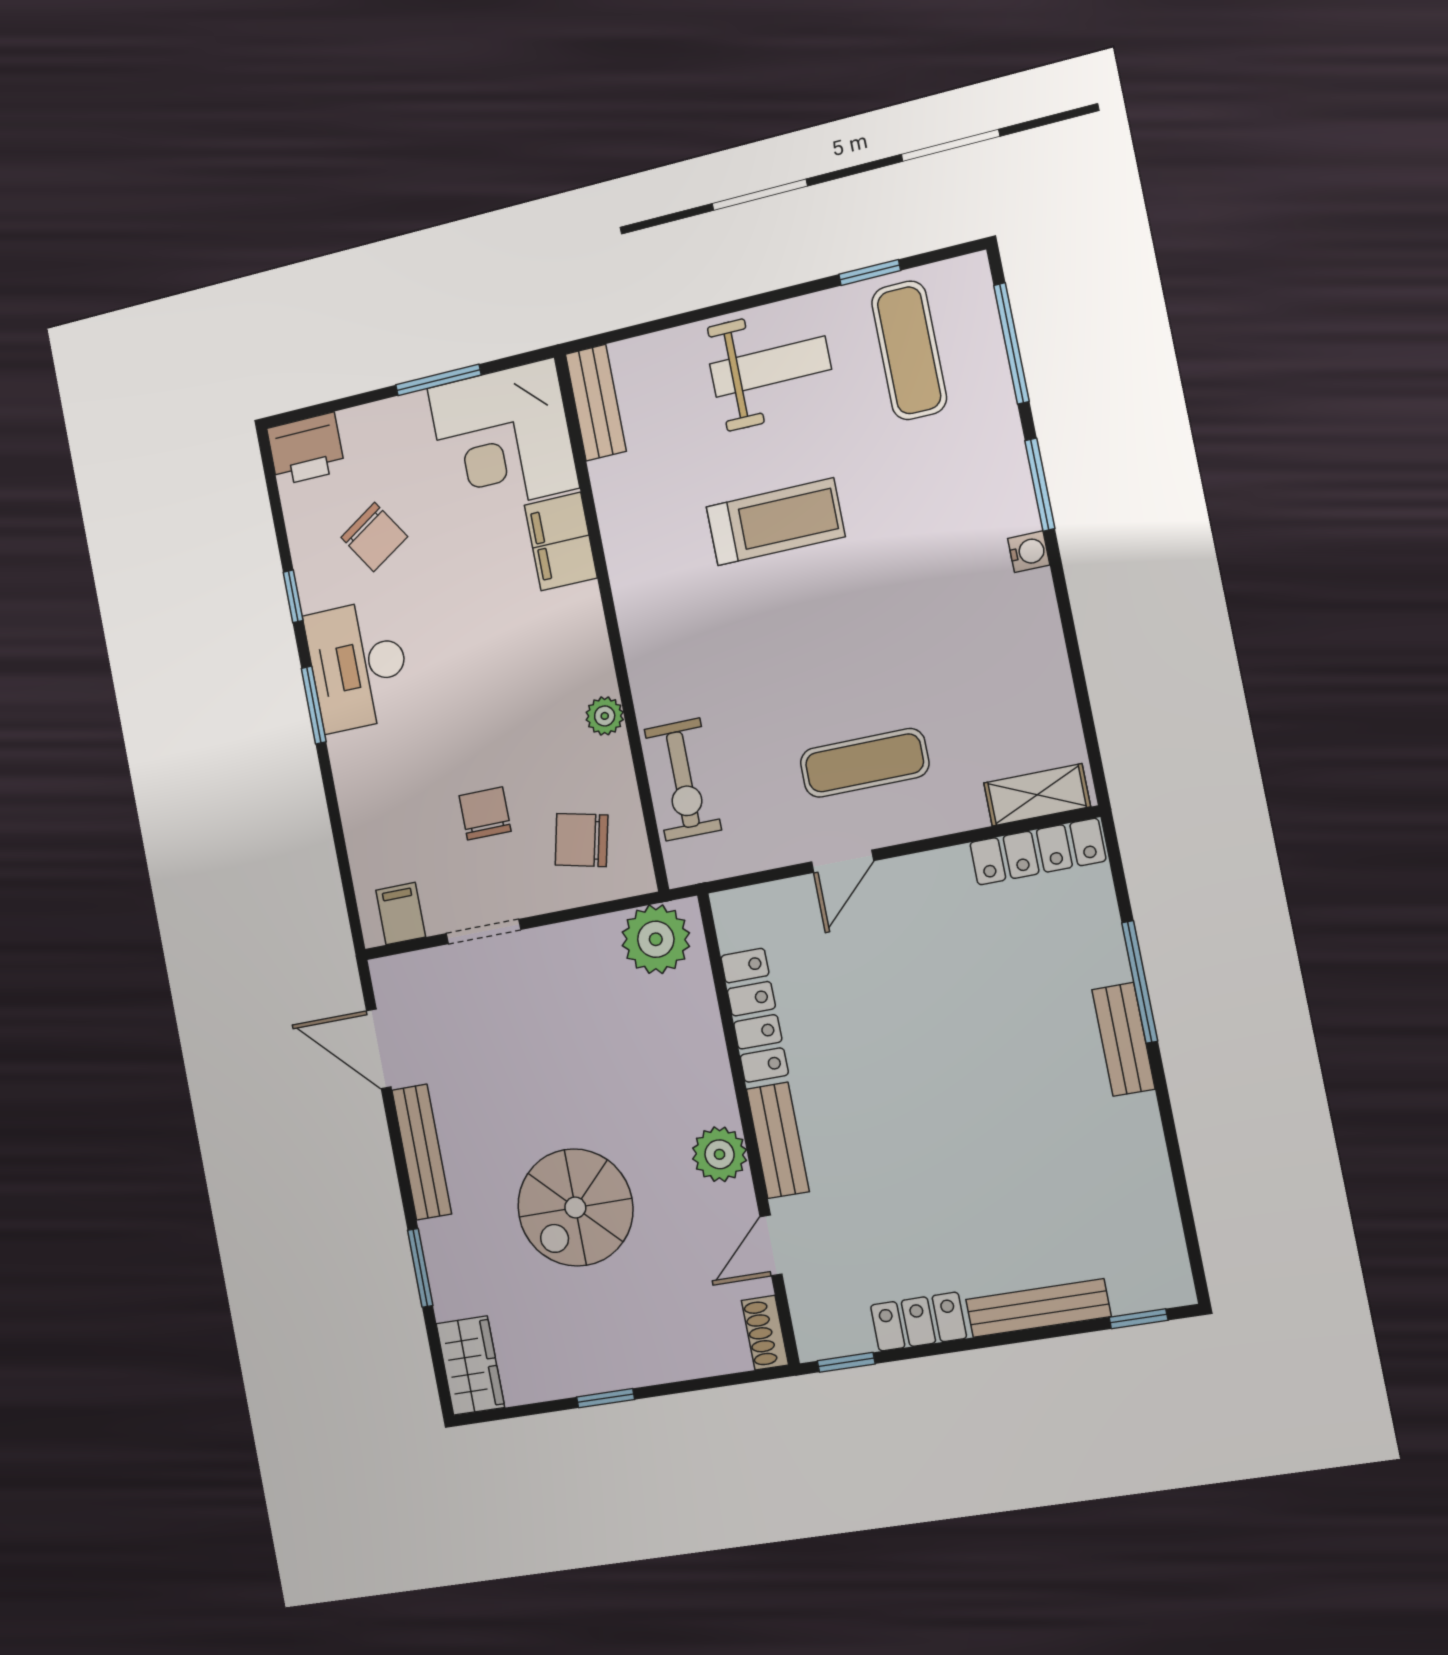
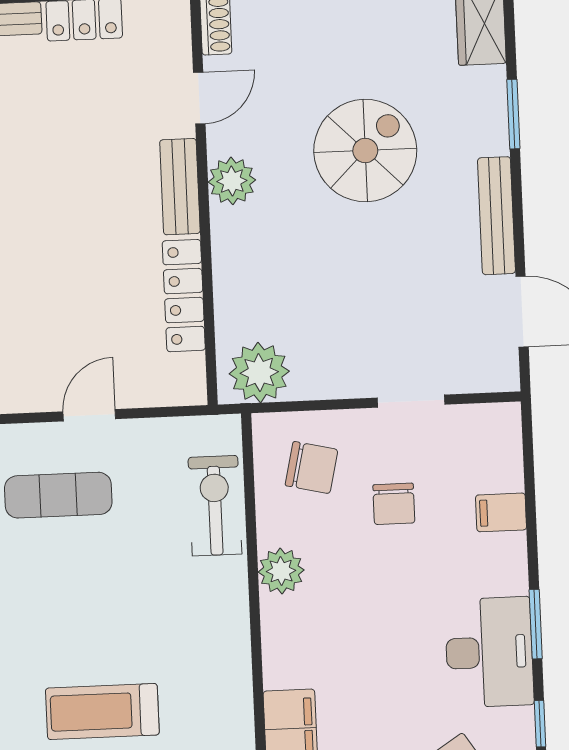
plant: (605, 716) -> (281, 571), width x1.38, depth x1.38
filing cabinet: (401, 914) -> (501, 512), moved, turned 90

